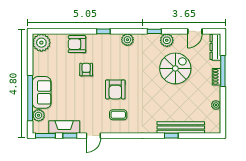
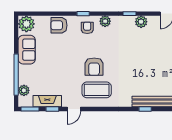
spiral stairs: (175, 68) -> (149, 48), removed
armchair: (86, 70) -> (87, 28), moved
sofa: (42, 92) -> (27, 50), moved
coffee table: (118, 115) -> (97, 90), width x1.86, depth x1.72

